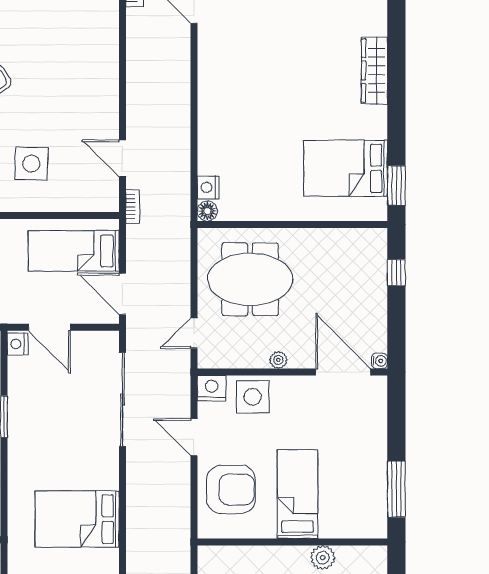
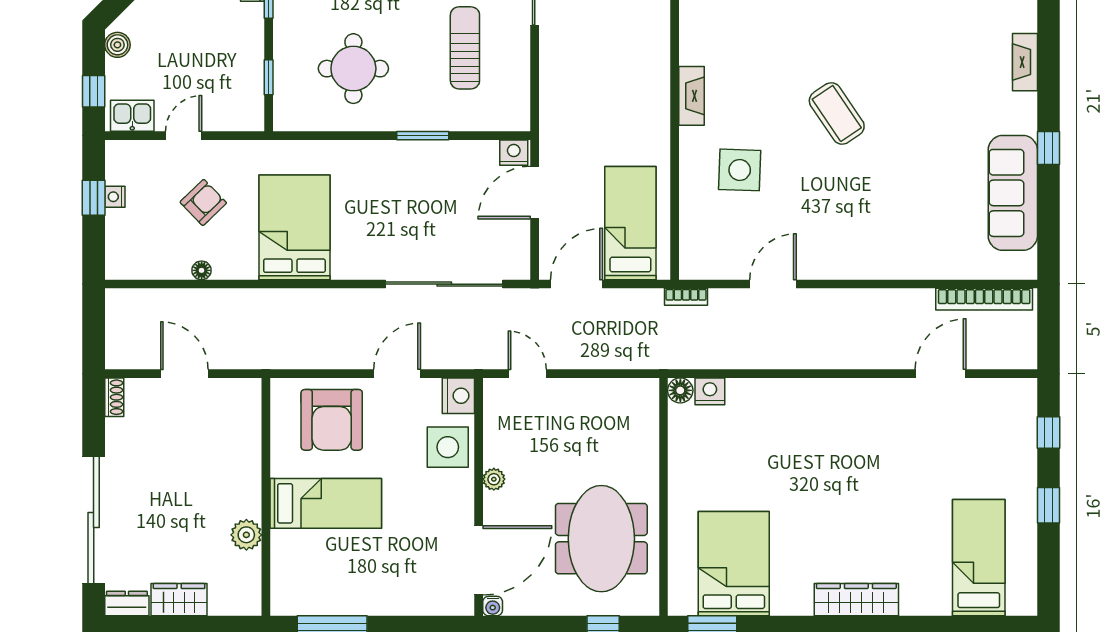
door: (122, 158) -> (773, 284), moved
meeting table: (250, 279) -> (601, 539), moved

